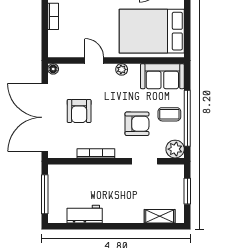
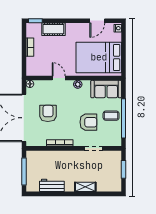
armchair: (79, 111) -> (48, 113), turned 180
plant: (175, 149) -> (115, 140), removed
shelving: (160, 216) -> (85, 187), moved

